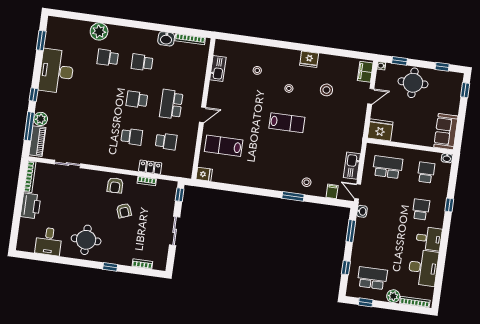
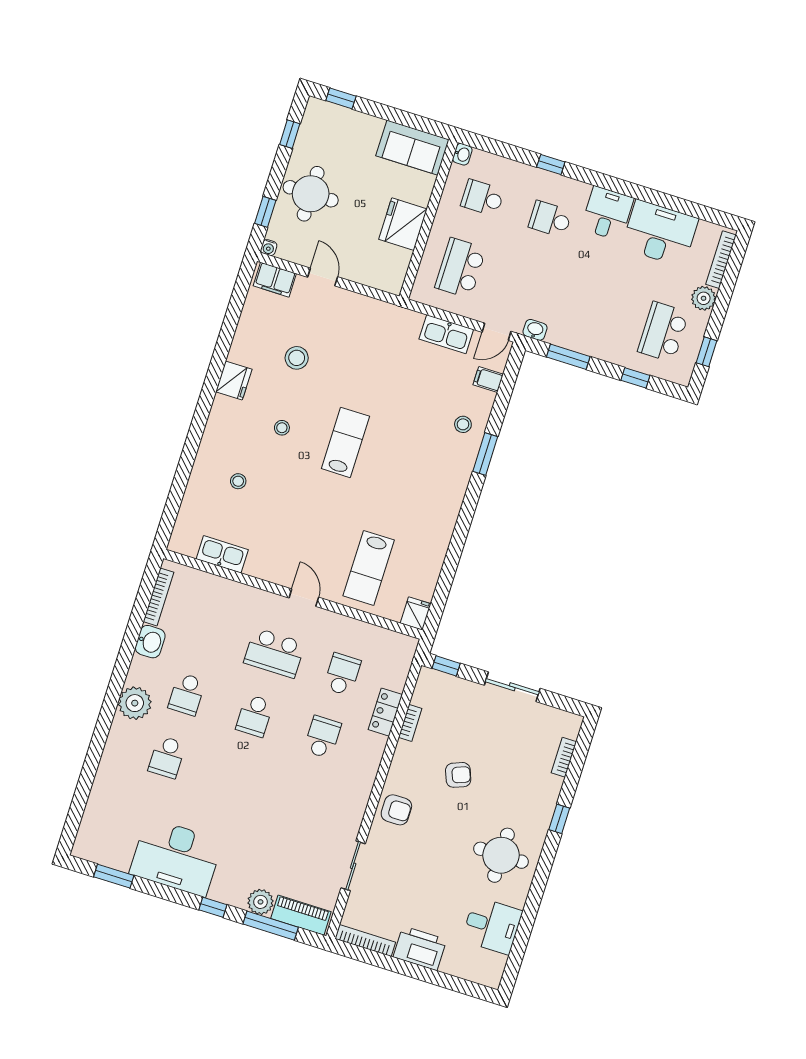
plant: (99, 31) -> (135, 703), moved
fridge: (380, 130) -> (403, 224), moved
armchair: (115, 185) -> (396, 810), moved

